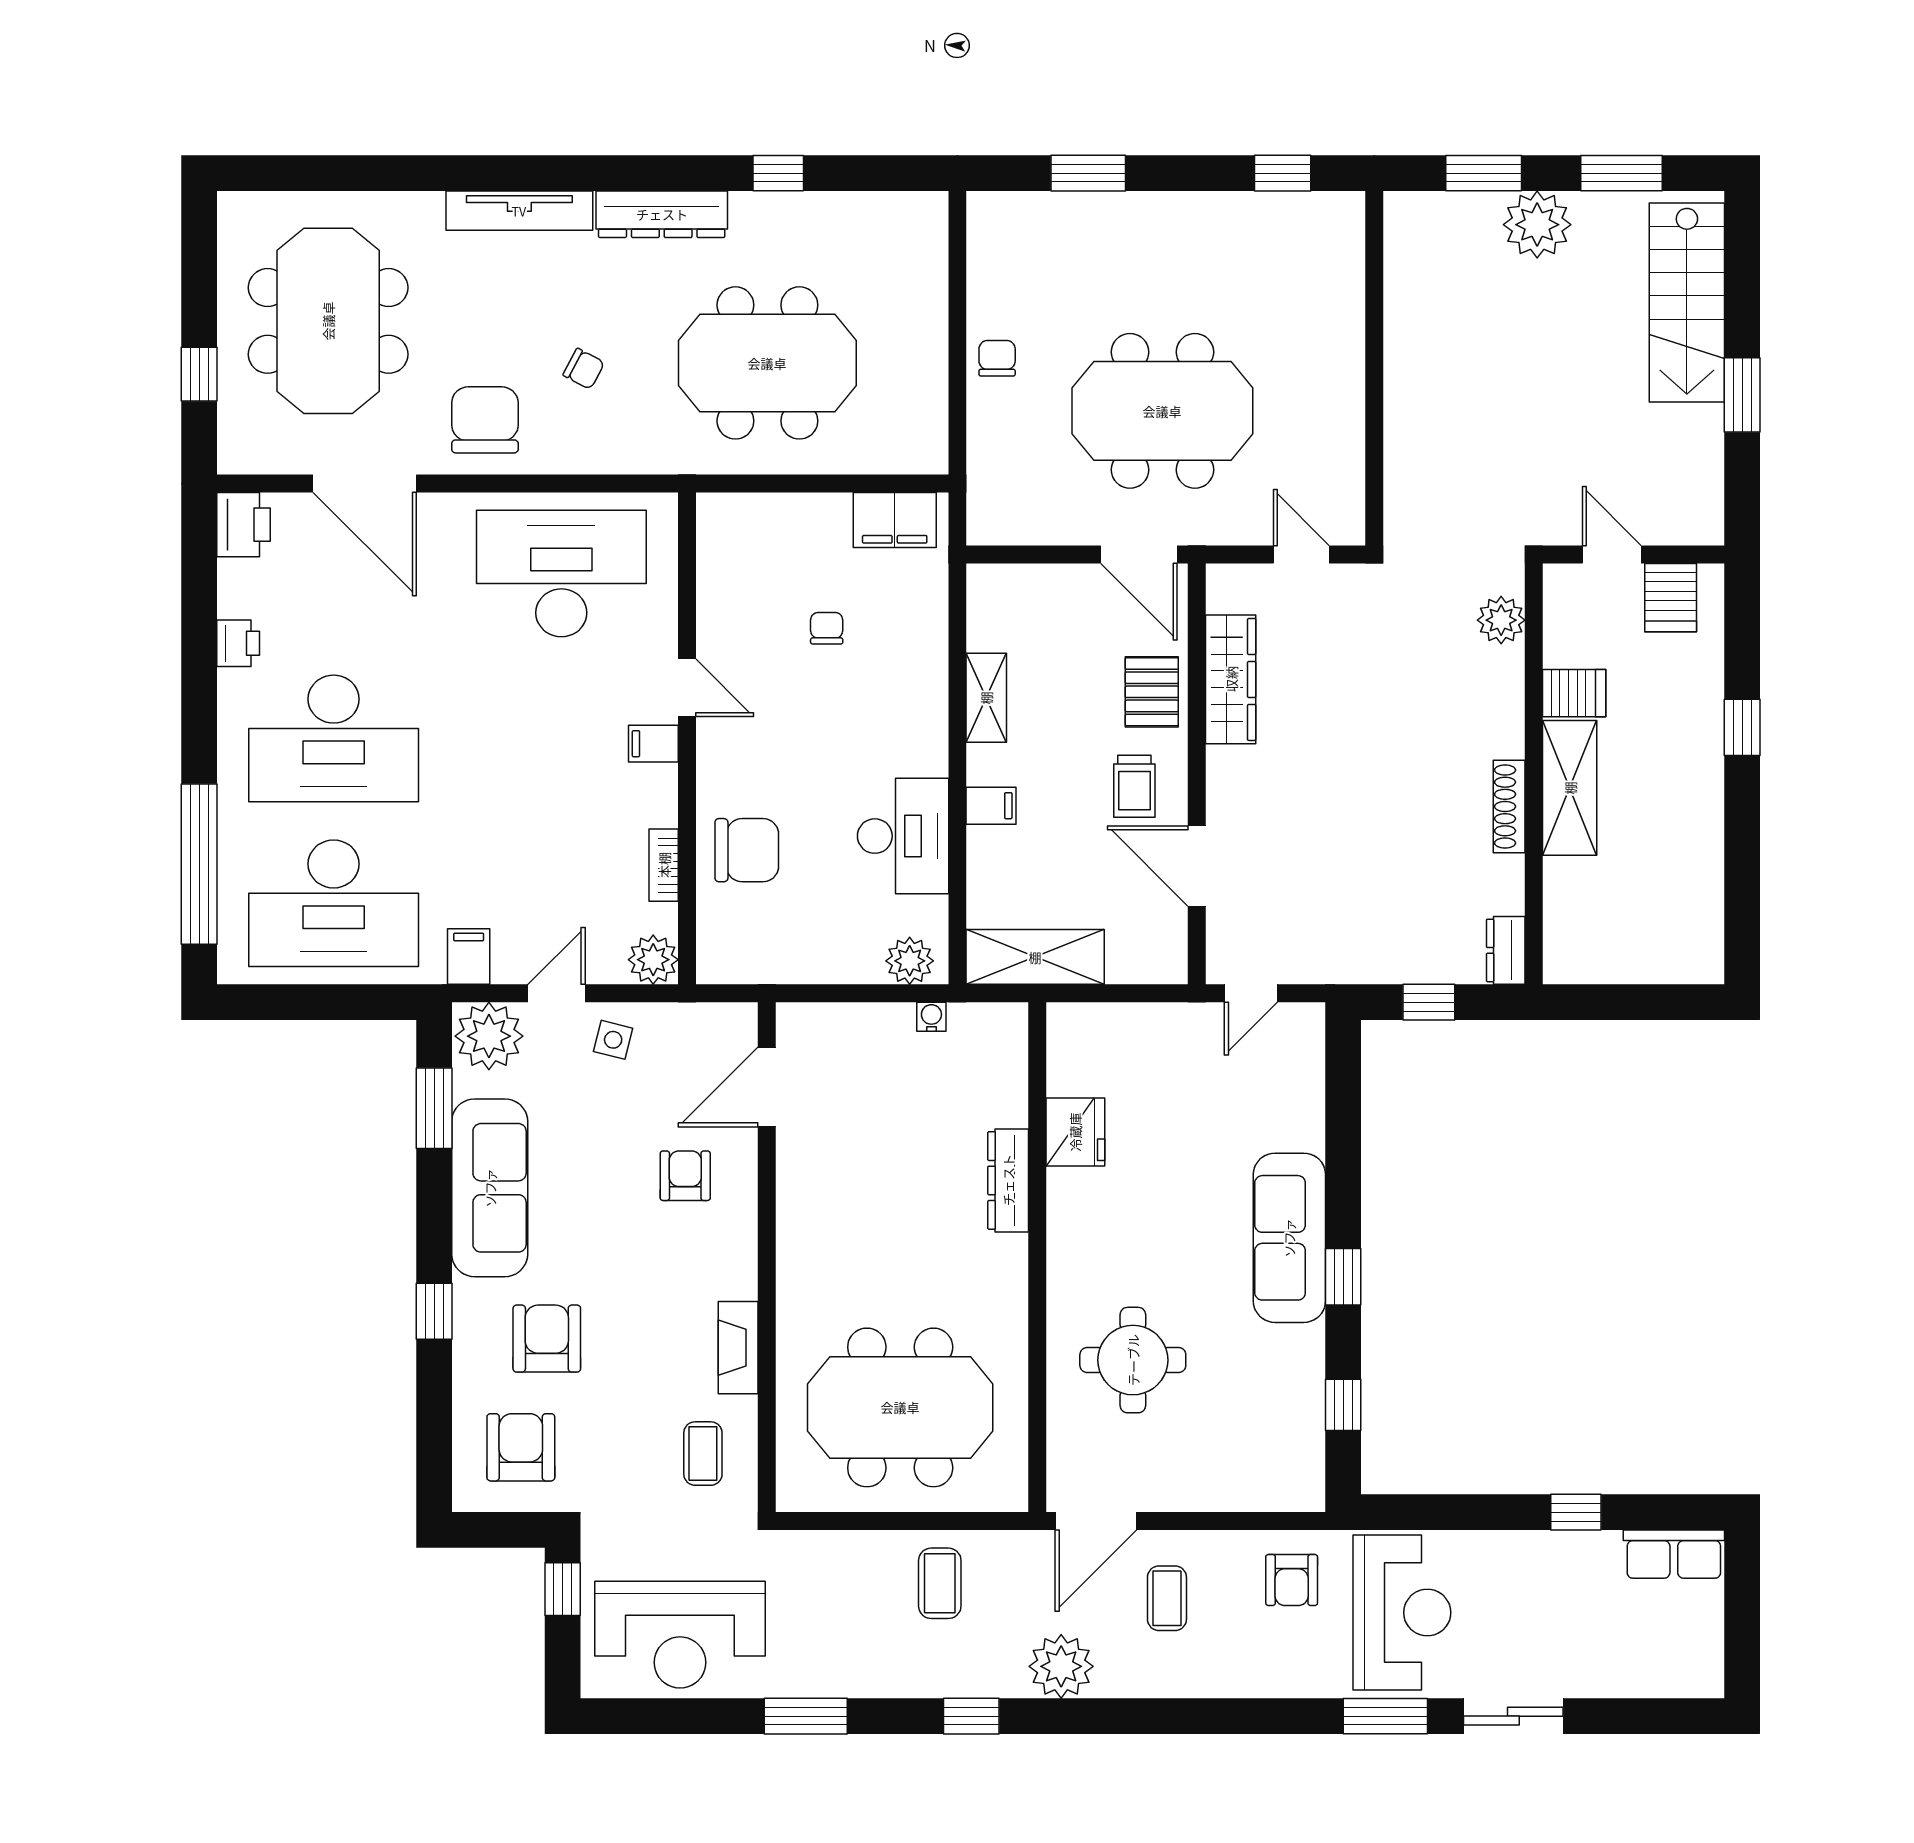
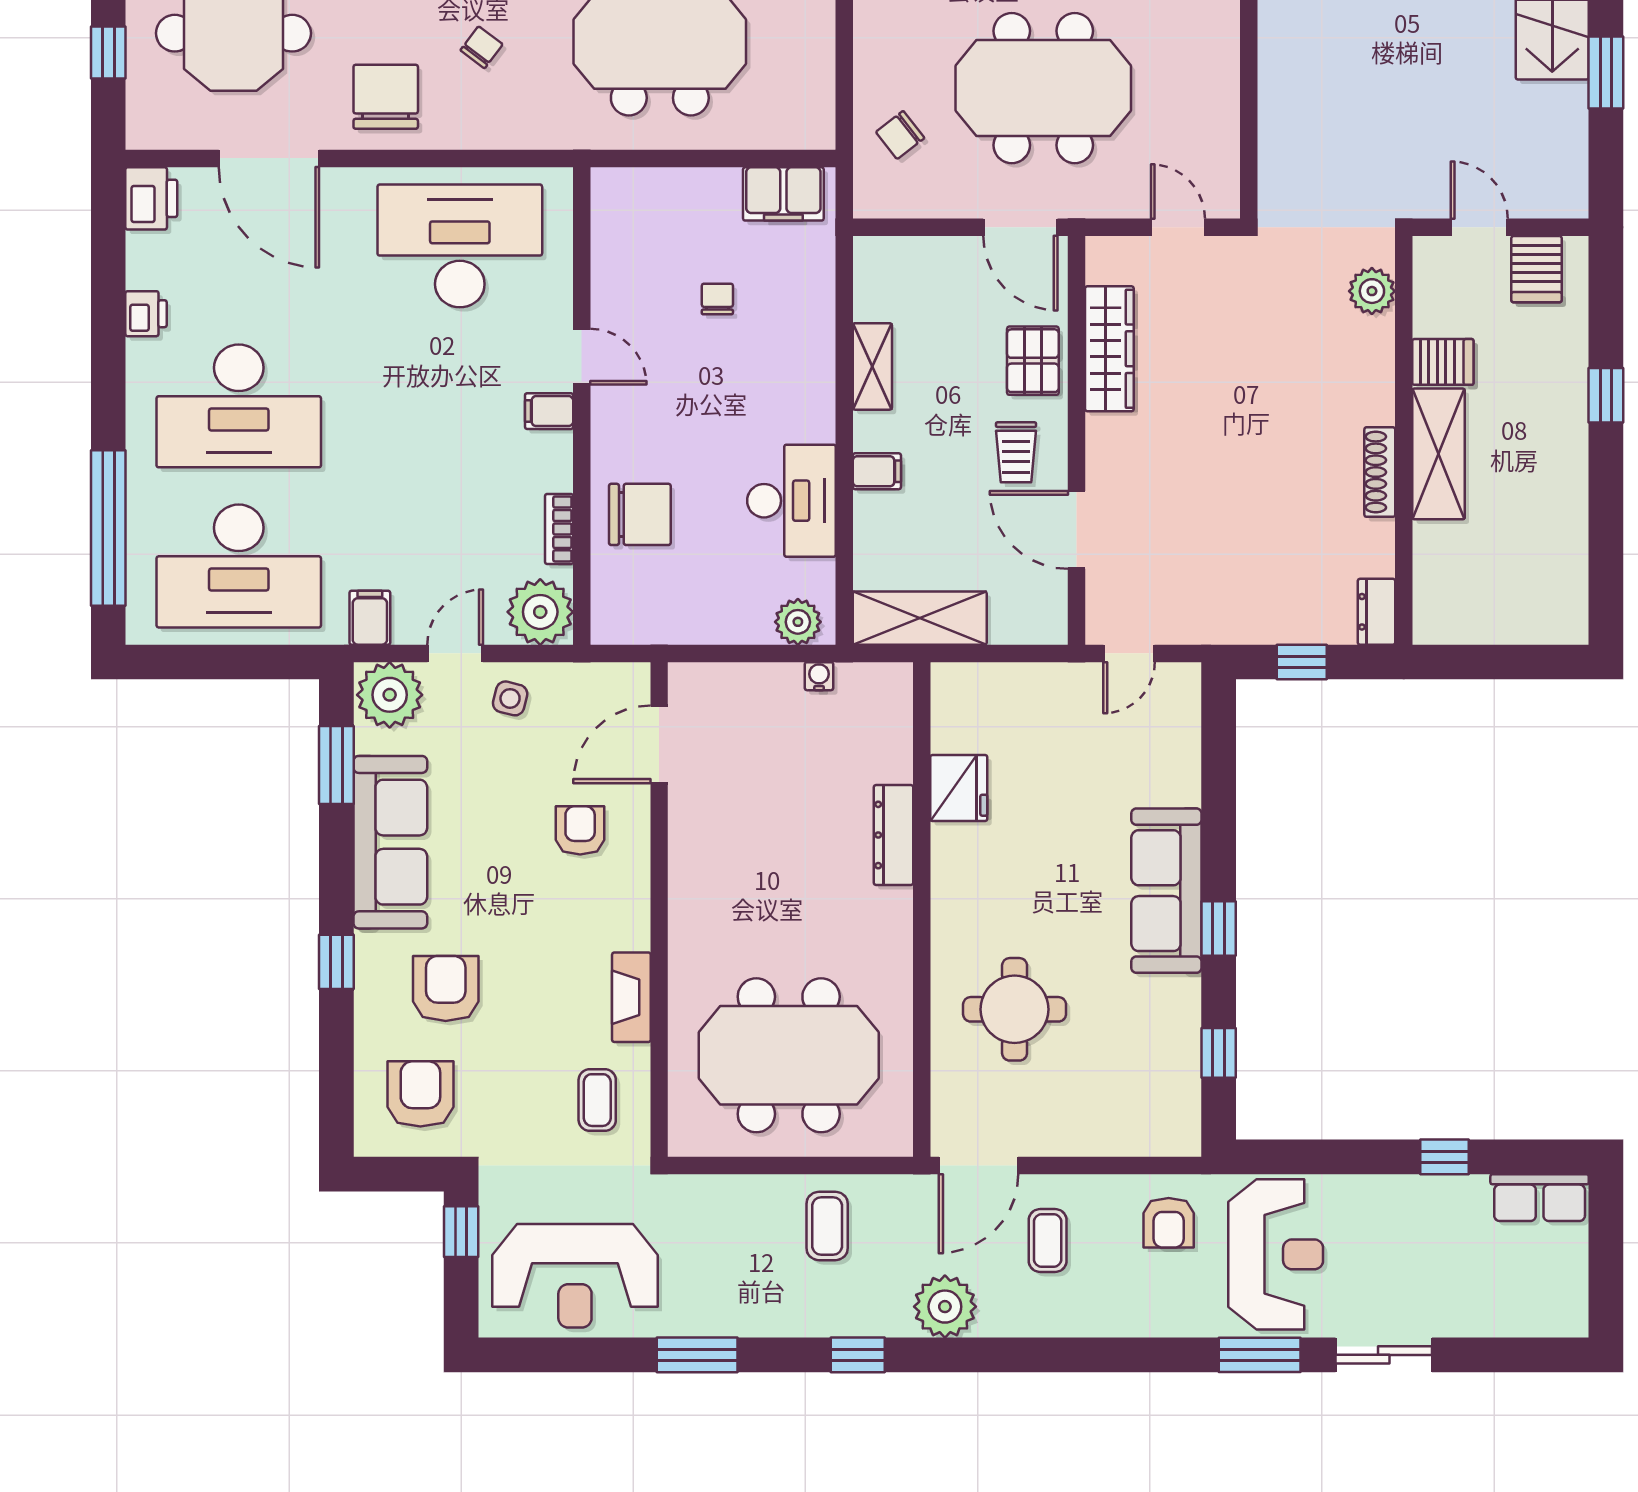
chair: (997, 358) -> (900, 135), moved, turned -128
chair: (584, 369) -> (482, 47), turned -81
plant: (653, 960) -> (540, 612), width x1.36, depth x1.36

